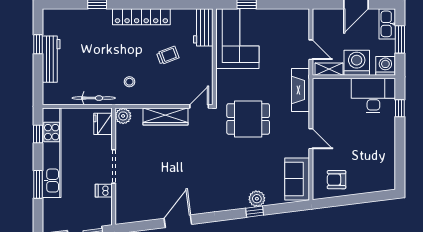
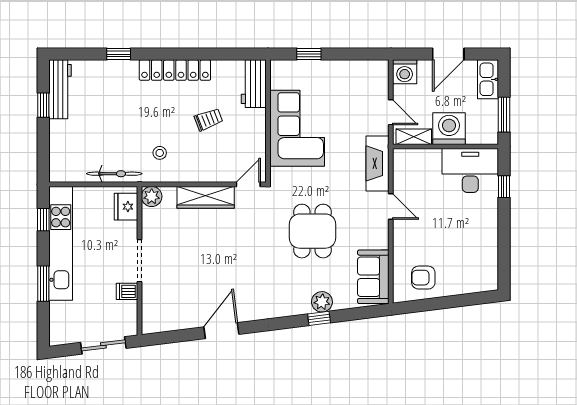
corner sofa: (237, 39) -> (297, 128), moved
window: (400, 39) -> (504, 115), moved
workbench: (51, 59) -> (60, 89), moved
washing machine: (385, 66) -> (405, 72), moved, turned 180
dining table: (248, 119) -> (313, 231), moved, turned 90
door: (311, 139) -> (391, 207), moved

